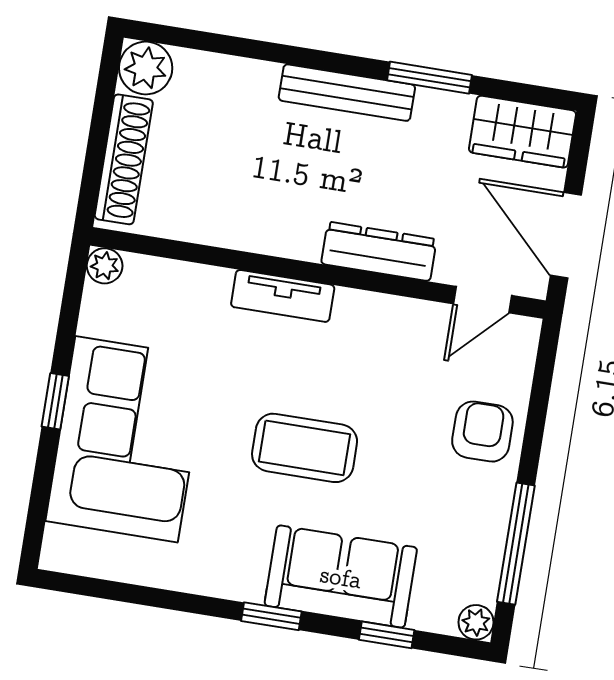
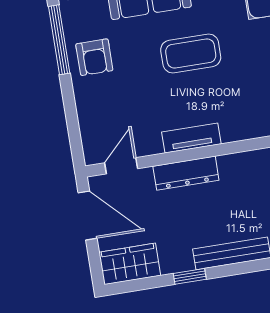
window: (430, 78) -> (190, 276), width x0.67
tv unit: (283, 296) -> (191, 138), moved
armchair: (482, 432) -> (94, 57), moved

